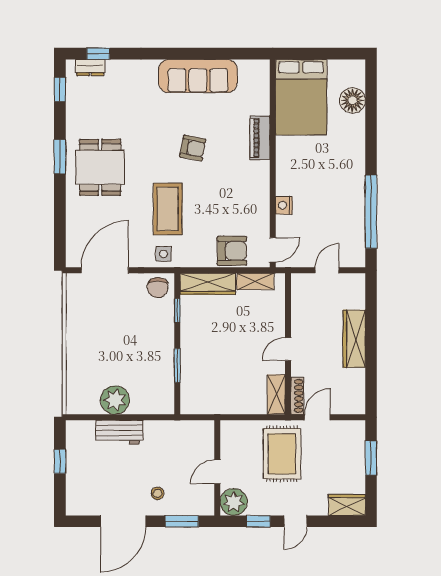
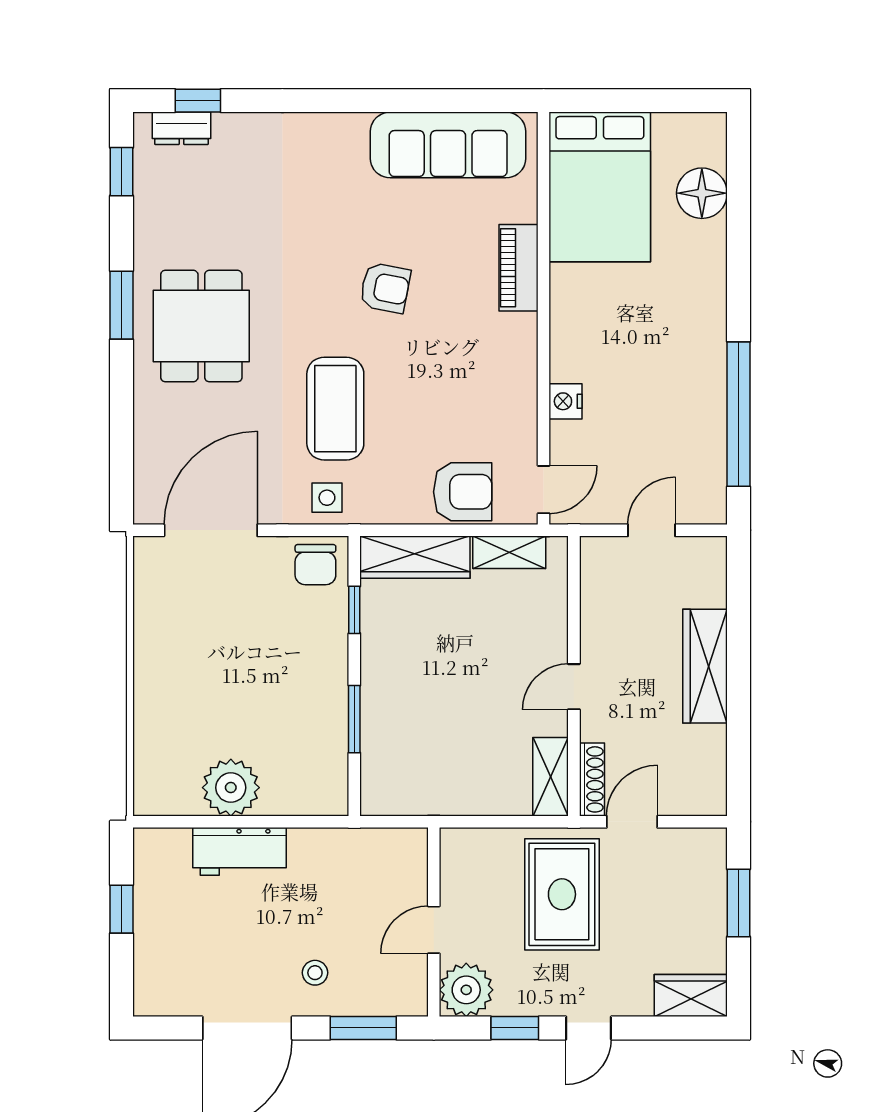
sofa: (198, 76) -> (448, 145), moved

